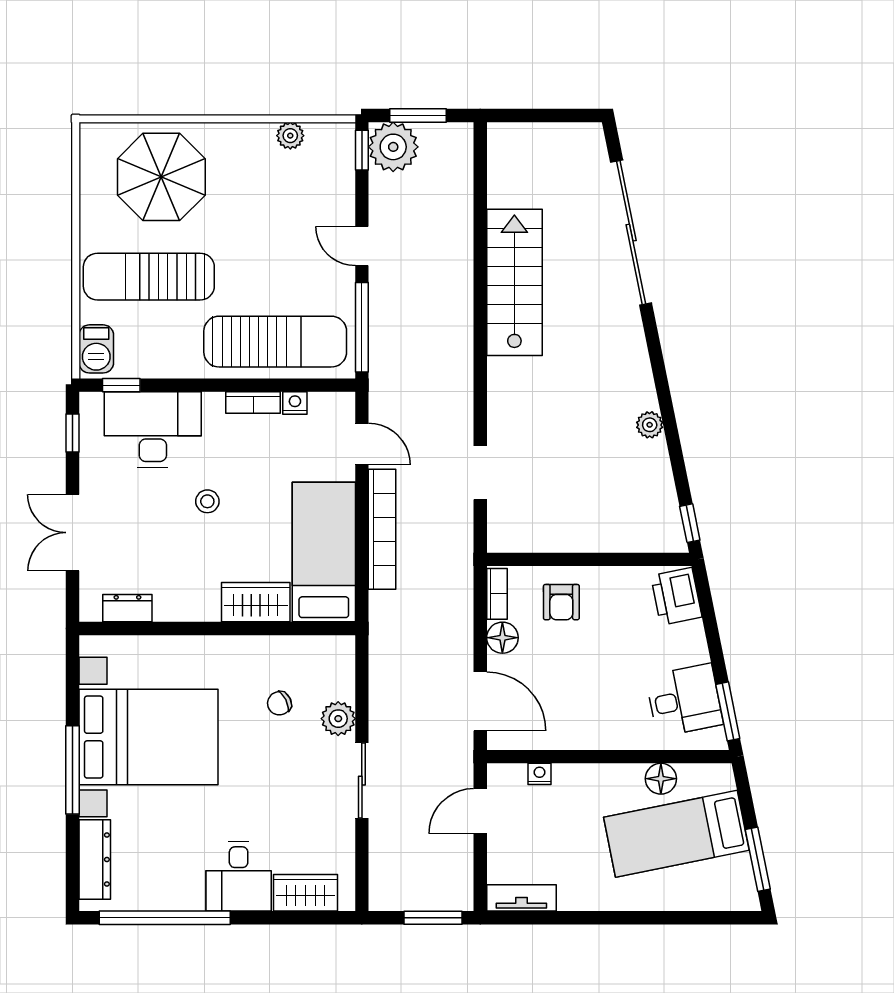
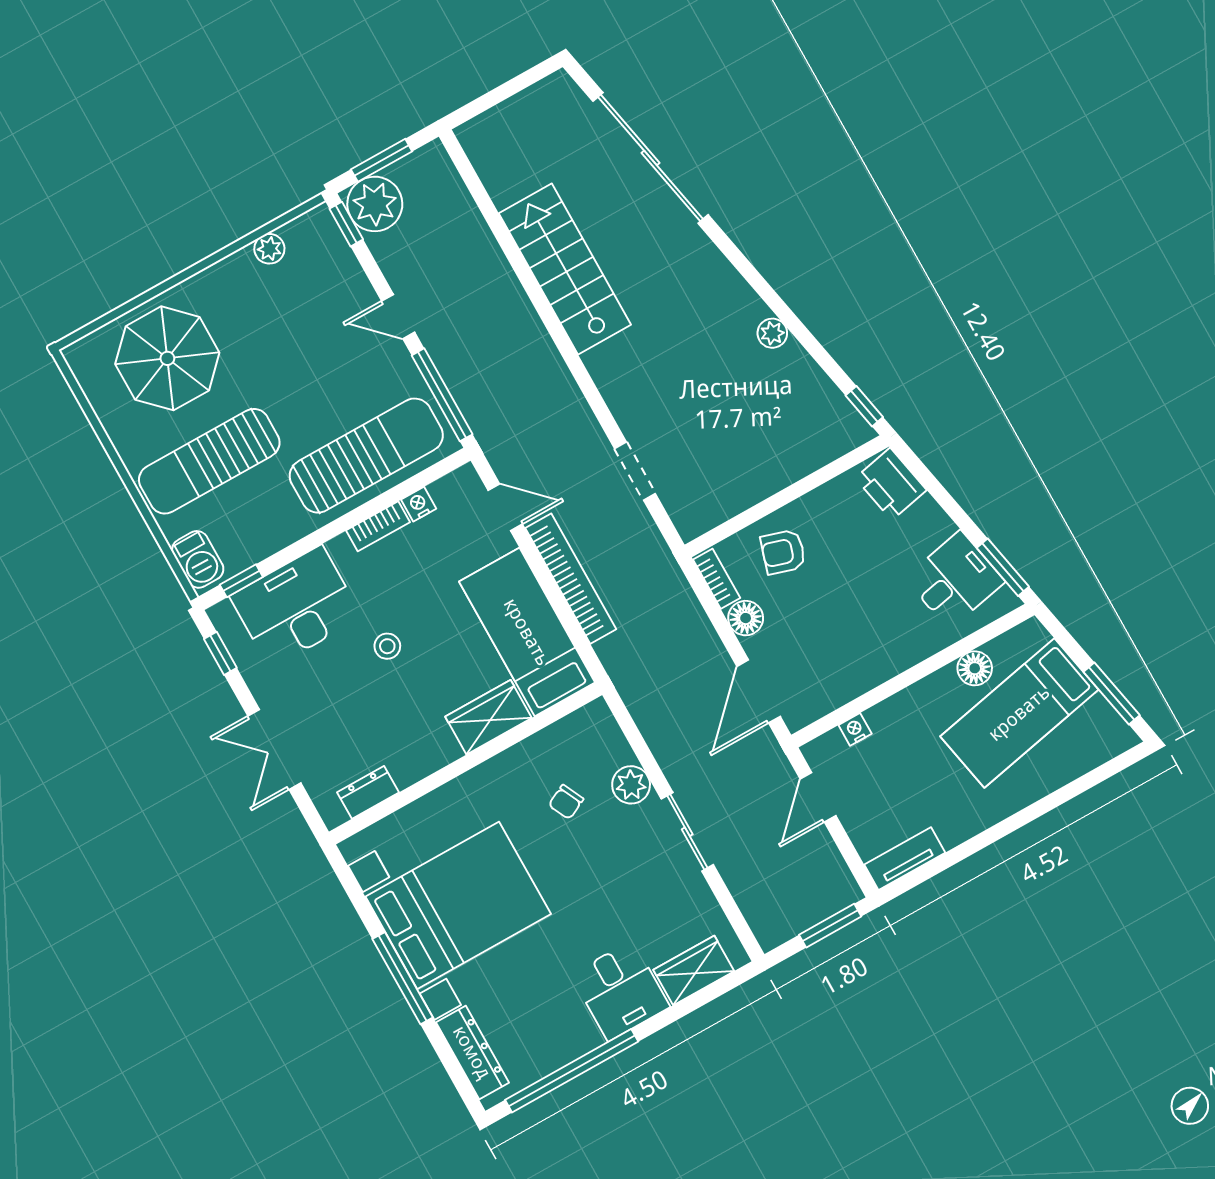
armchair: (561, 602) -> (783, 552), turned 107
door: (480, 701) -> (759, 691), swing flipped

